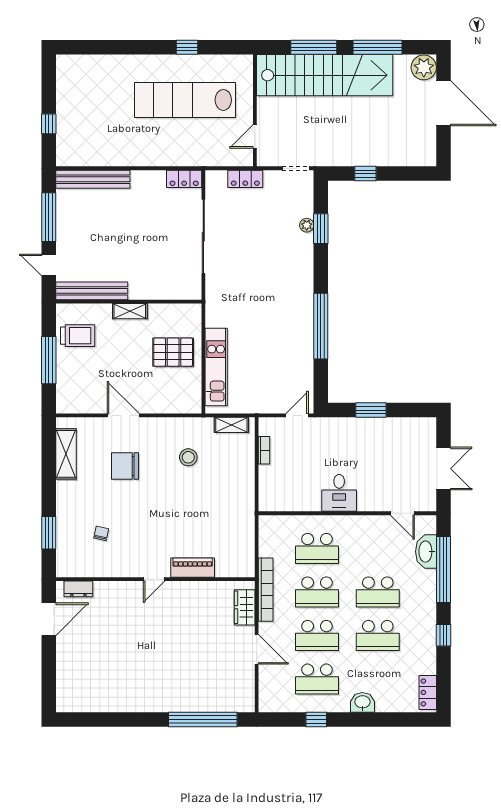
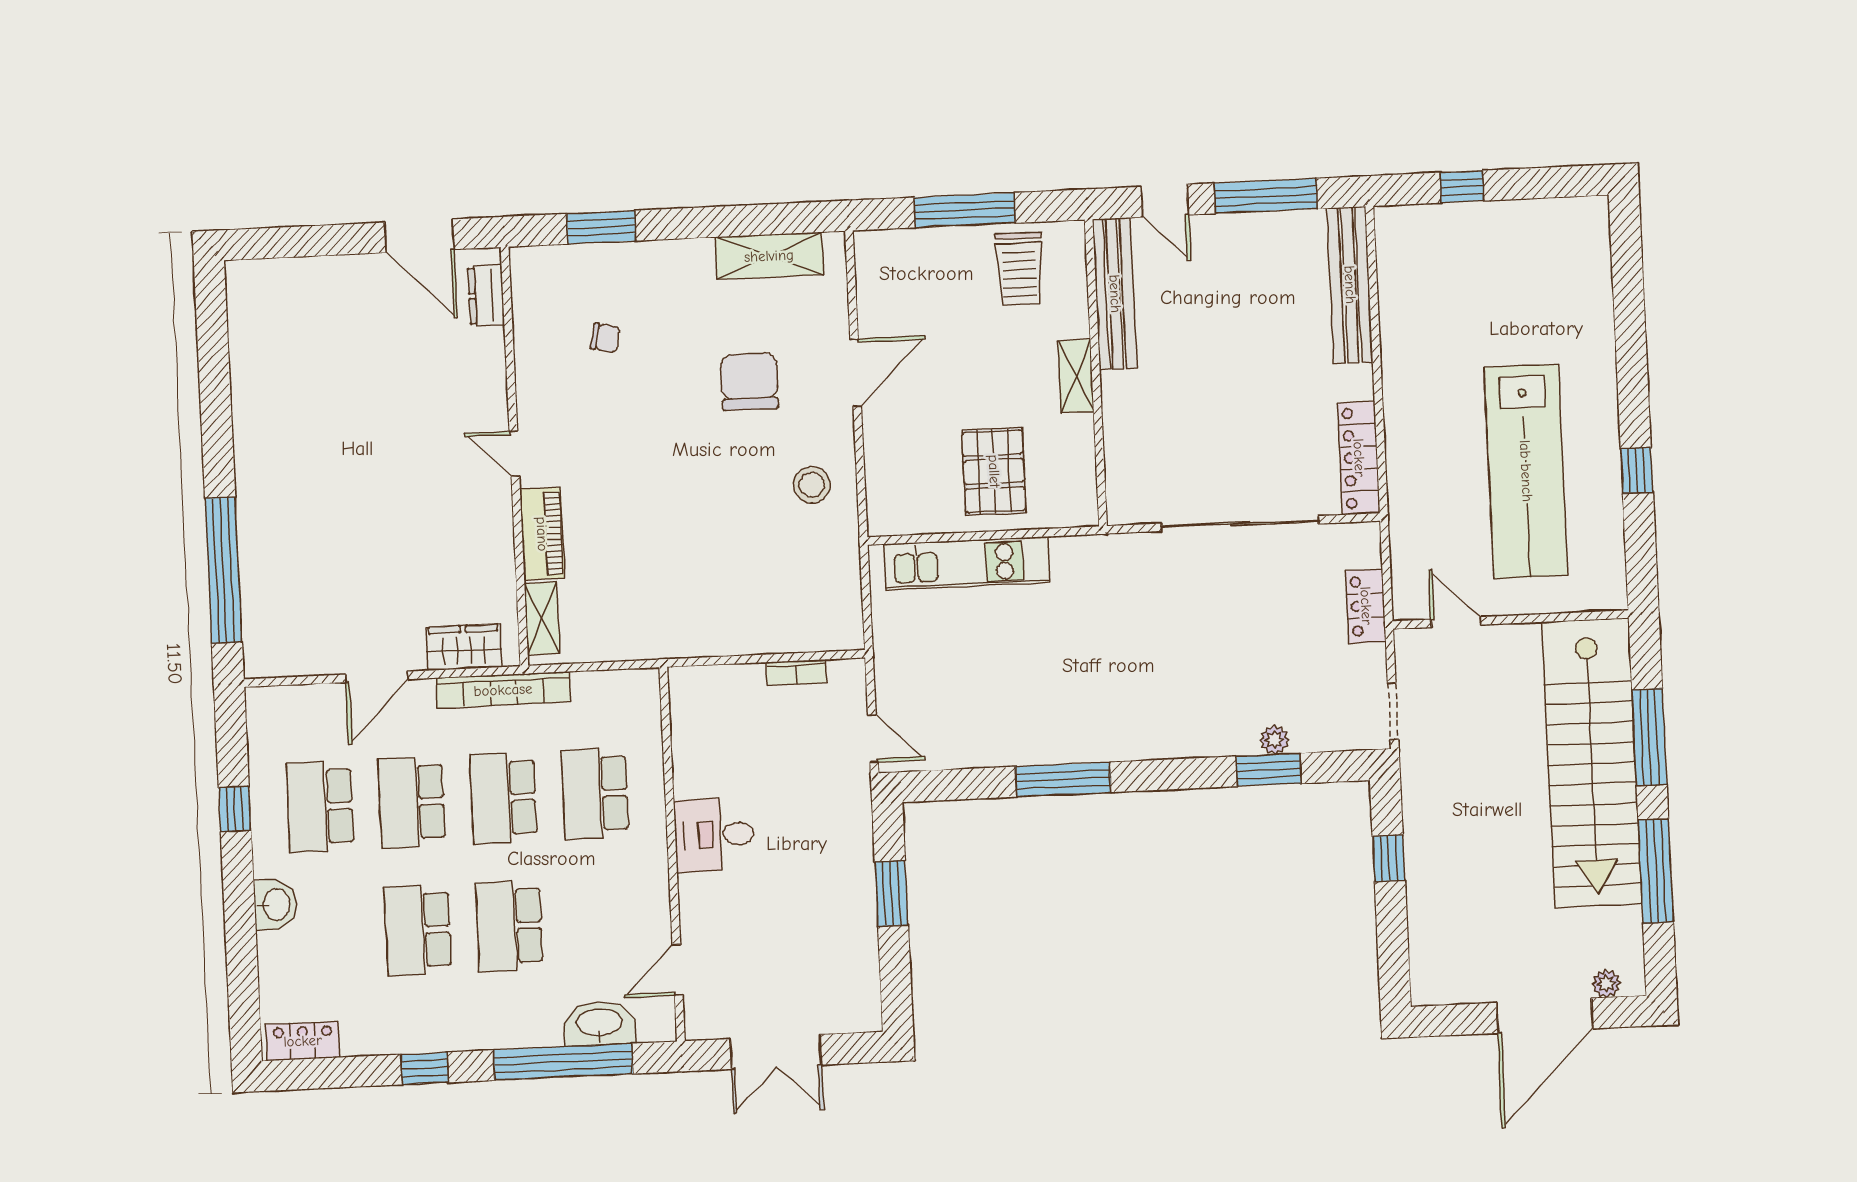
plant: (424, 67) -> (1606, 984), width x0.53, depth x0.53
lab bench: (185, 100) -> (1526, 471), turned 180
locker: (184, 179) -> (1359, 458), width x1.53
door: (49, 265) -> (1165, 201), swing flipped
window: (321, 326) -> (1063, 779), width x0.68
shelving: (231, 425) -> (542, 618), moved
stool: (188, 457) -> (812, 485), moved

